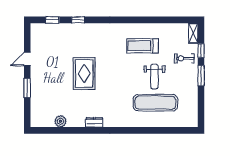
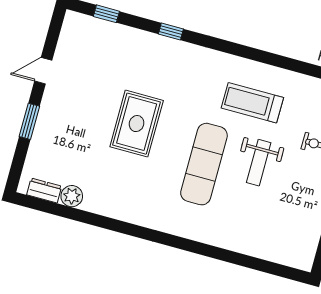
window: (78, 20) -> (171, 31), moved
exercise mat: (155, 103) -> (204, 164), moved, turned 90
dresser: (94, 122) -> (44, 191), moved

